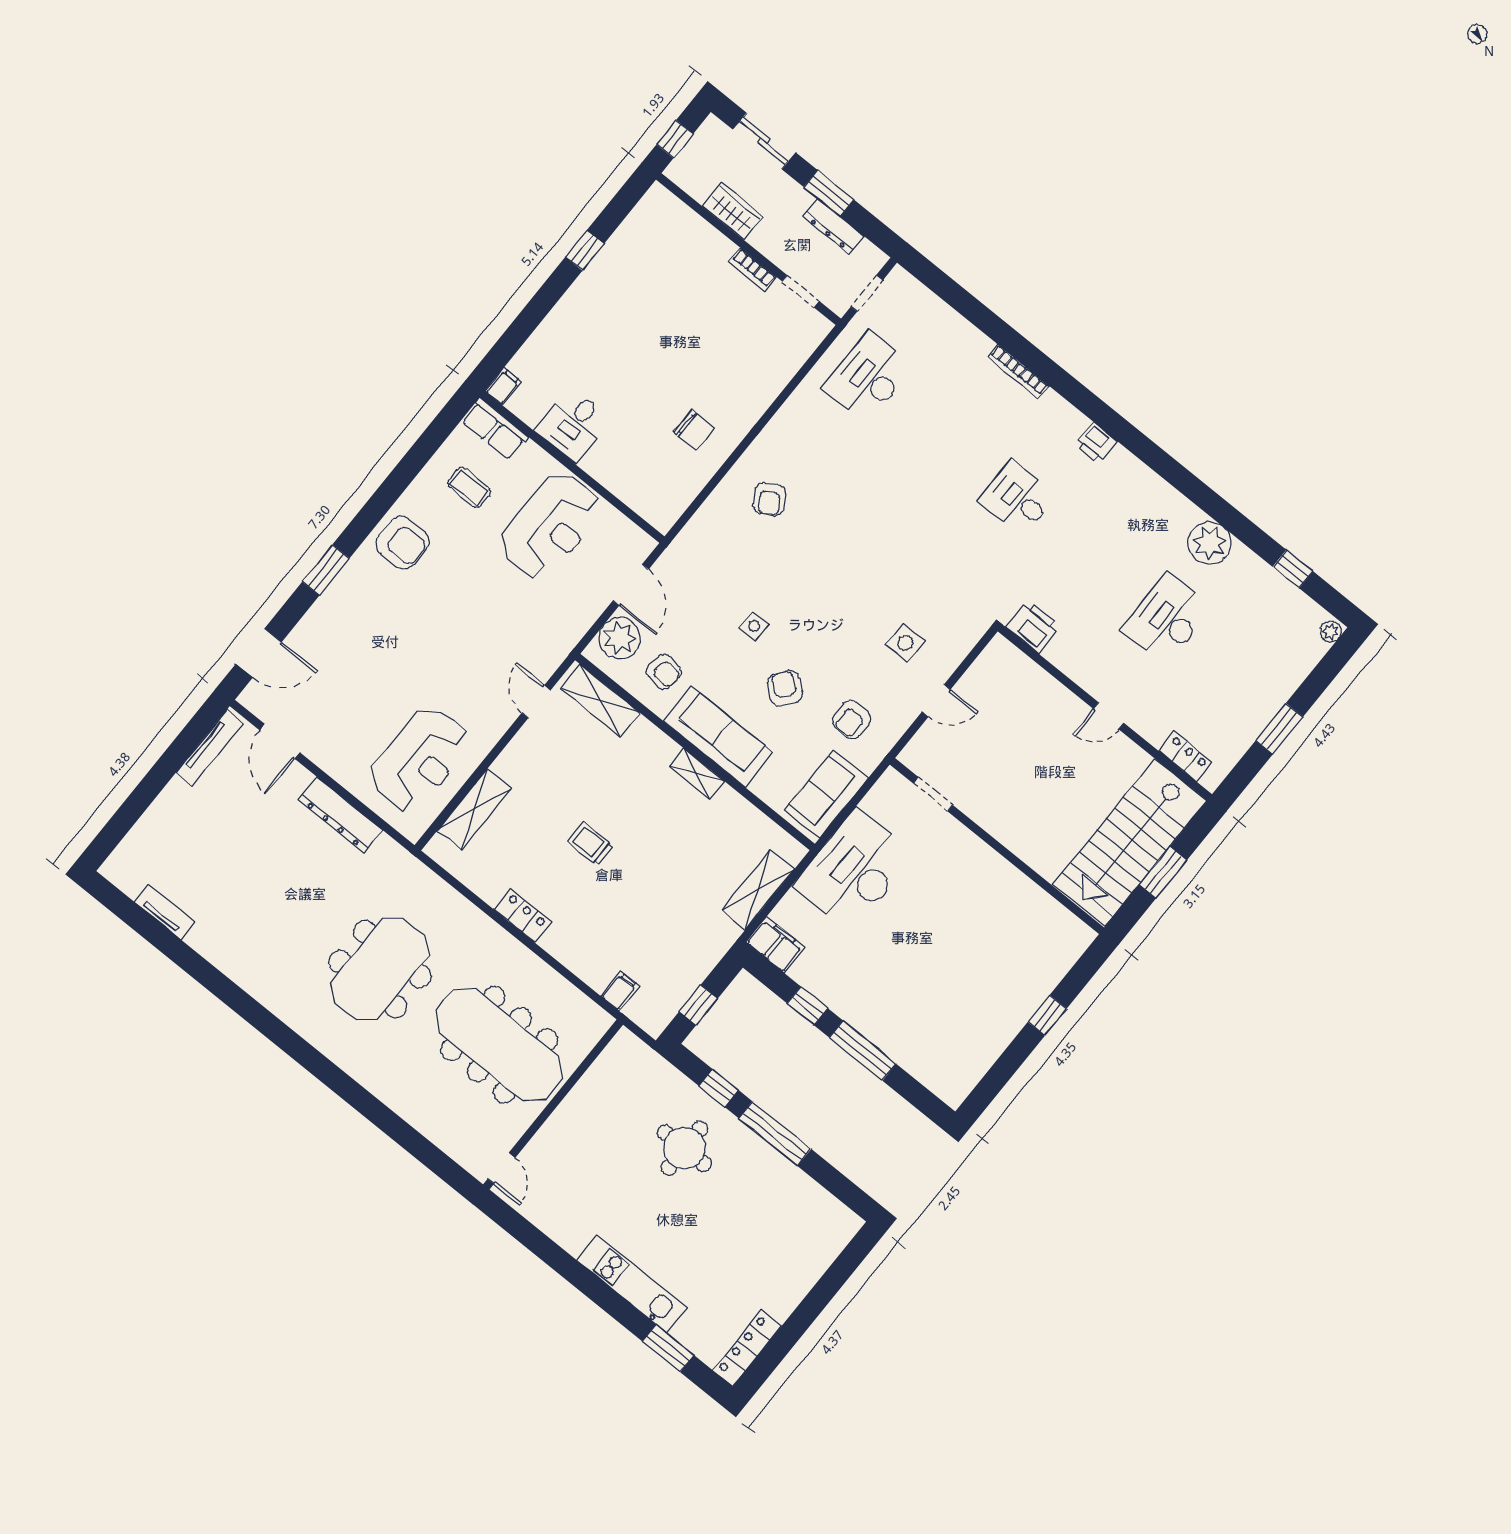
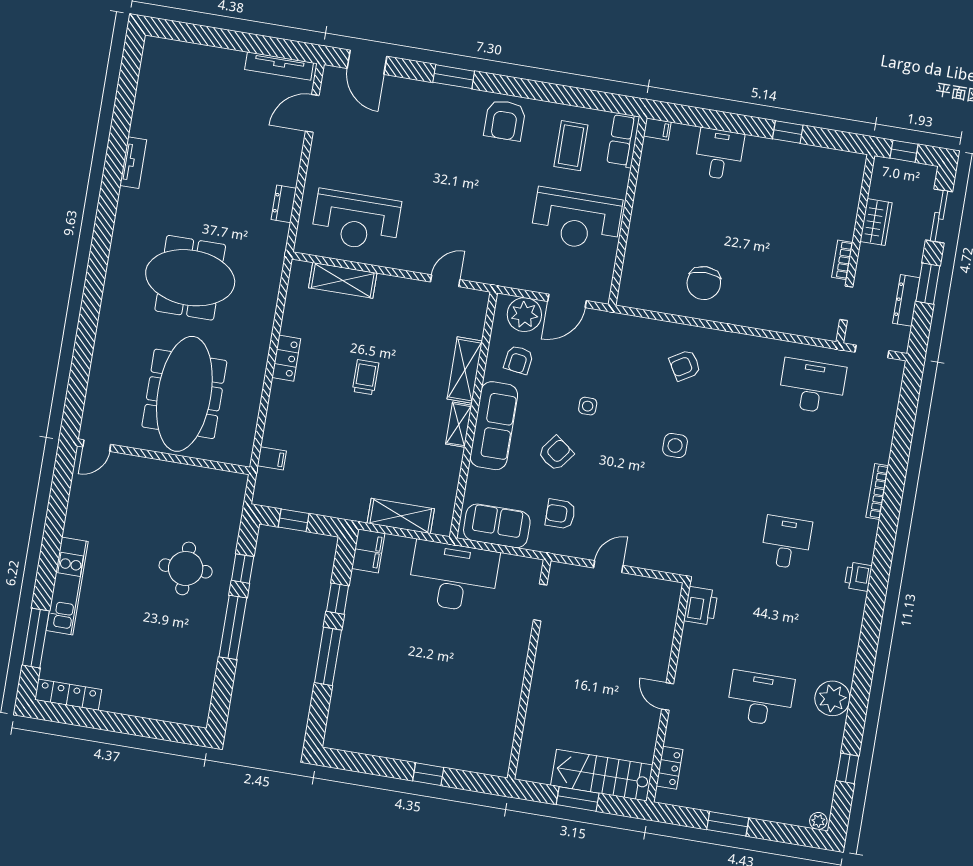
desk: (573, 425) -> (719, 154), moved, turned 90
chair: (694, 430) -> (704, 283), width x1.37, depth x1.37
coffee table: (469, 488) -> (571, 146), width x1.36, depth x1.30
side table: (905, 643) -> (675, 445), moved
shelving: (600, 700) -> (465, 370), moved
door: (936, 701) -> (608, 567), swing flipped
dresser: (340, 815) -> (284, 204), width x0.51, depth x0.80
stairs: (1130, 842) -> (602, 775), width x0.73, depth x0.66
tv unit: (165, 912) -> (133, 163), moved
window: (668, 1348) -> (36, 638), width x1.44

